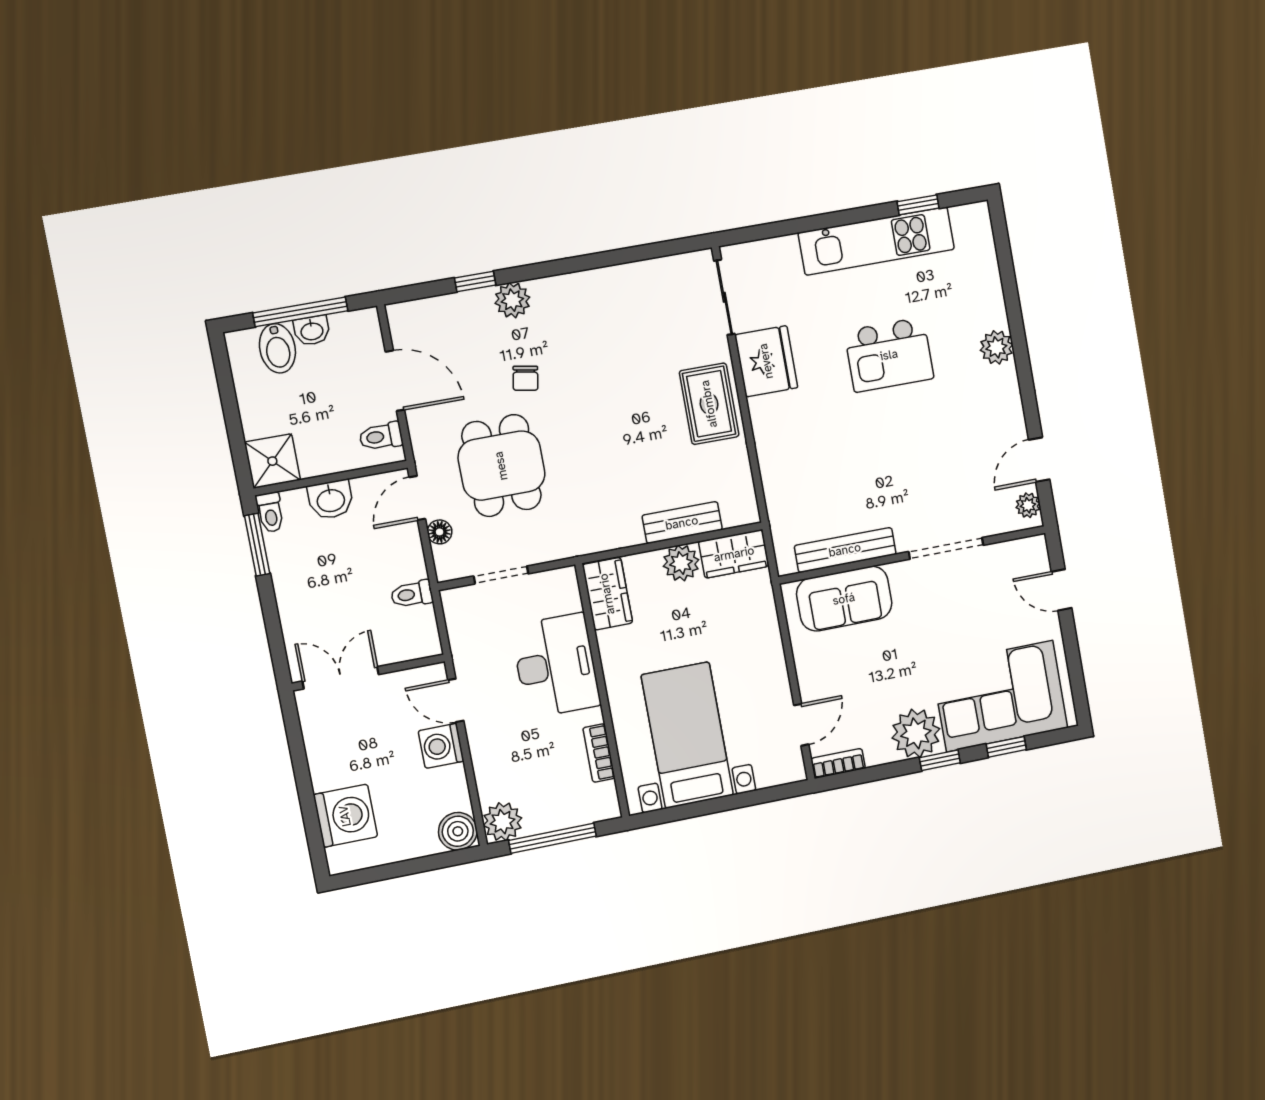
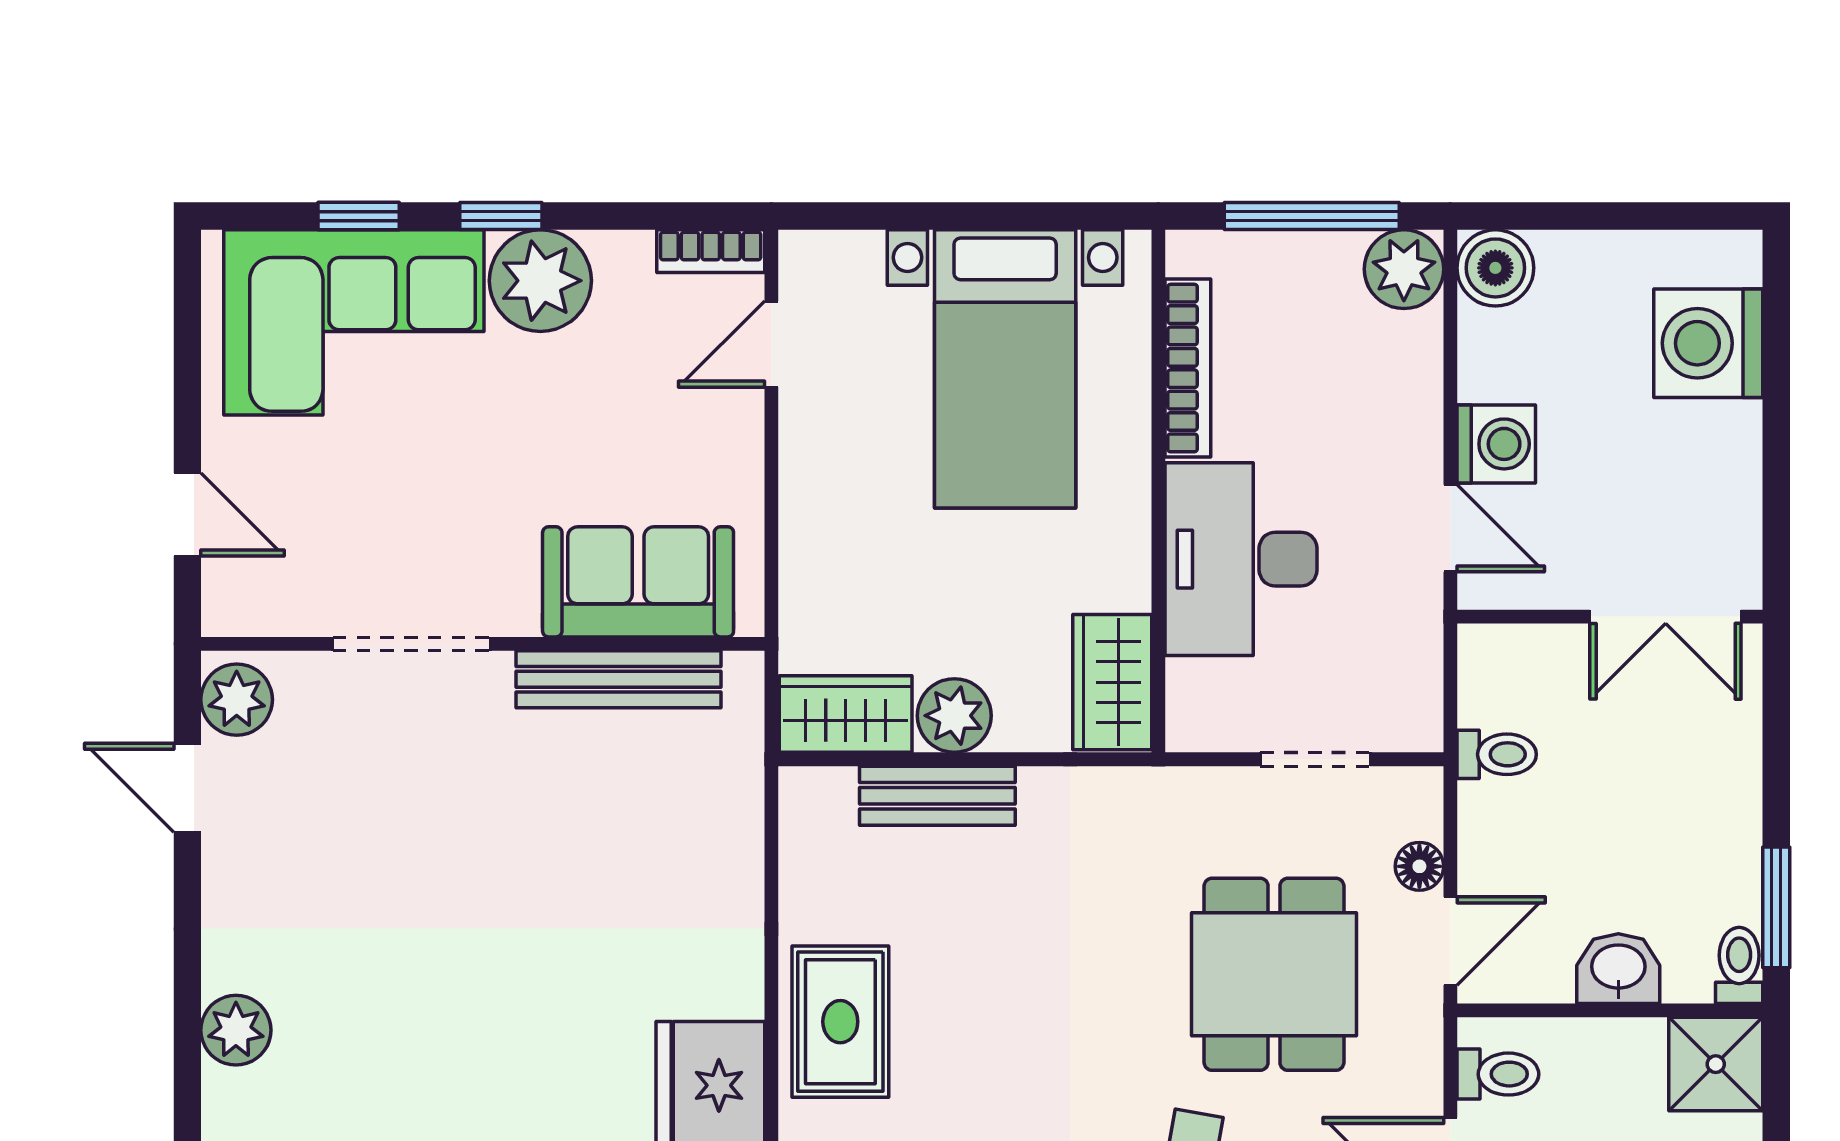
kitchen island: (889, 355) -> (459, 1054), removed
door: (1039, 460) -> (187, 788), swing flipped
plant: (1028, 505) -> (237, 700), width x1.38, depth x1.38
bookcase: (599, 753) -> (1188, 368), width x1.56

